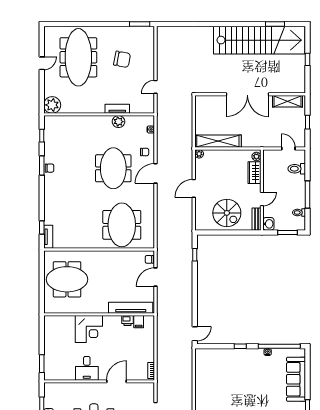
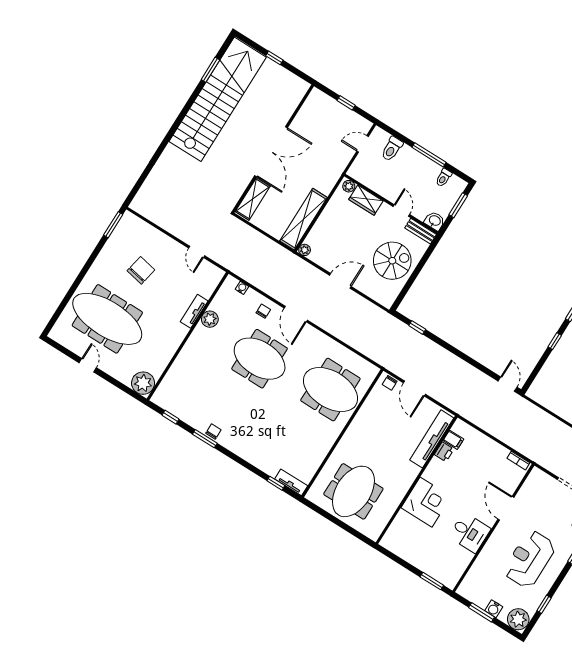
shelving: (288, 101) -> (253, 199), moved
door: (194, 188) -> (340, 281), swing flipped

